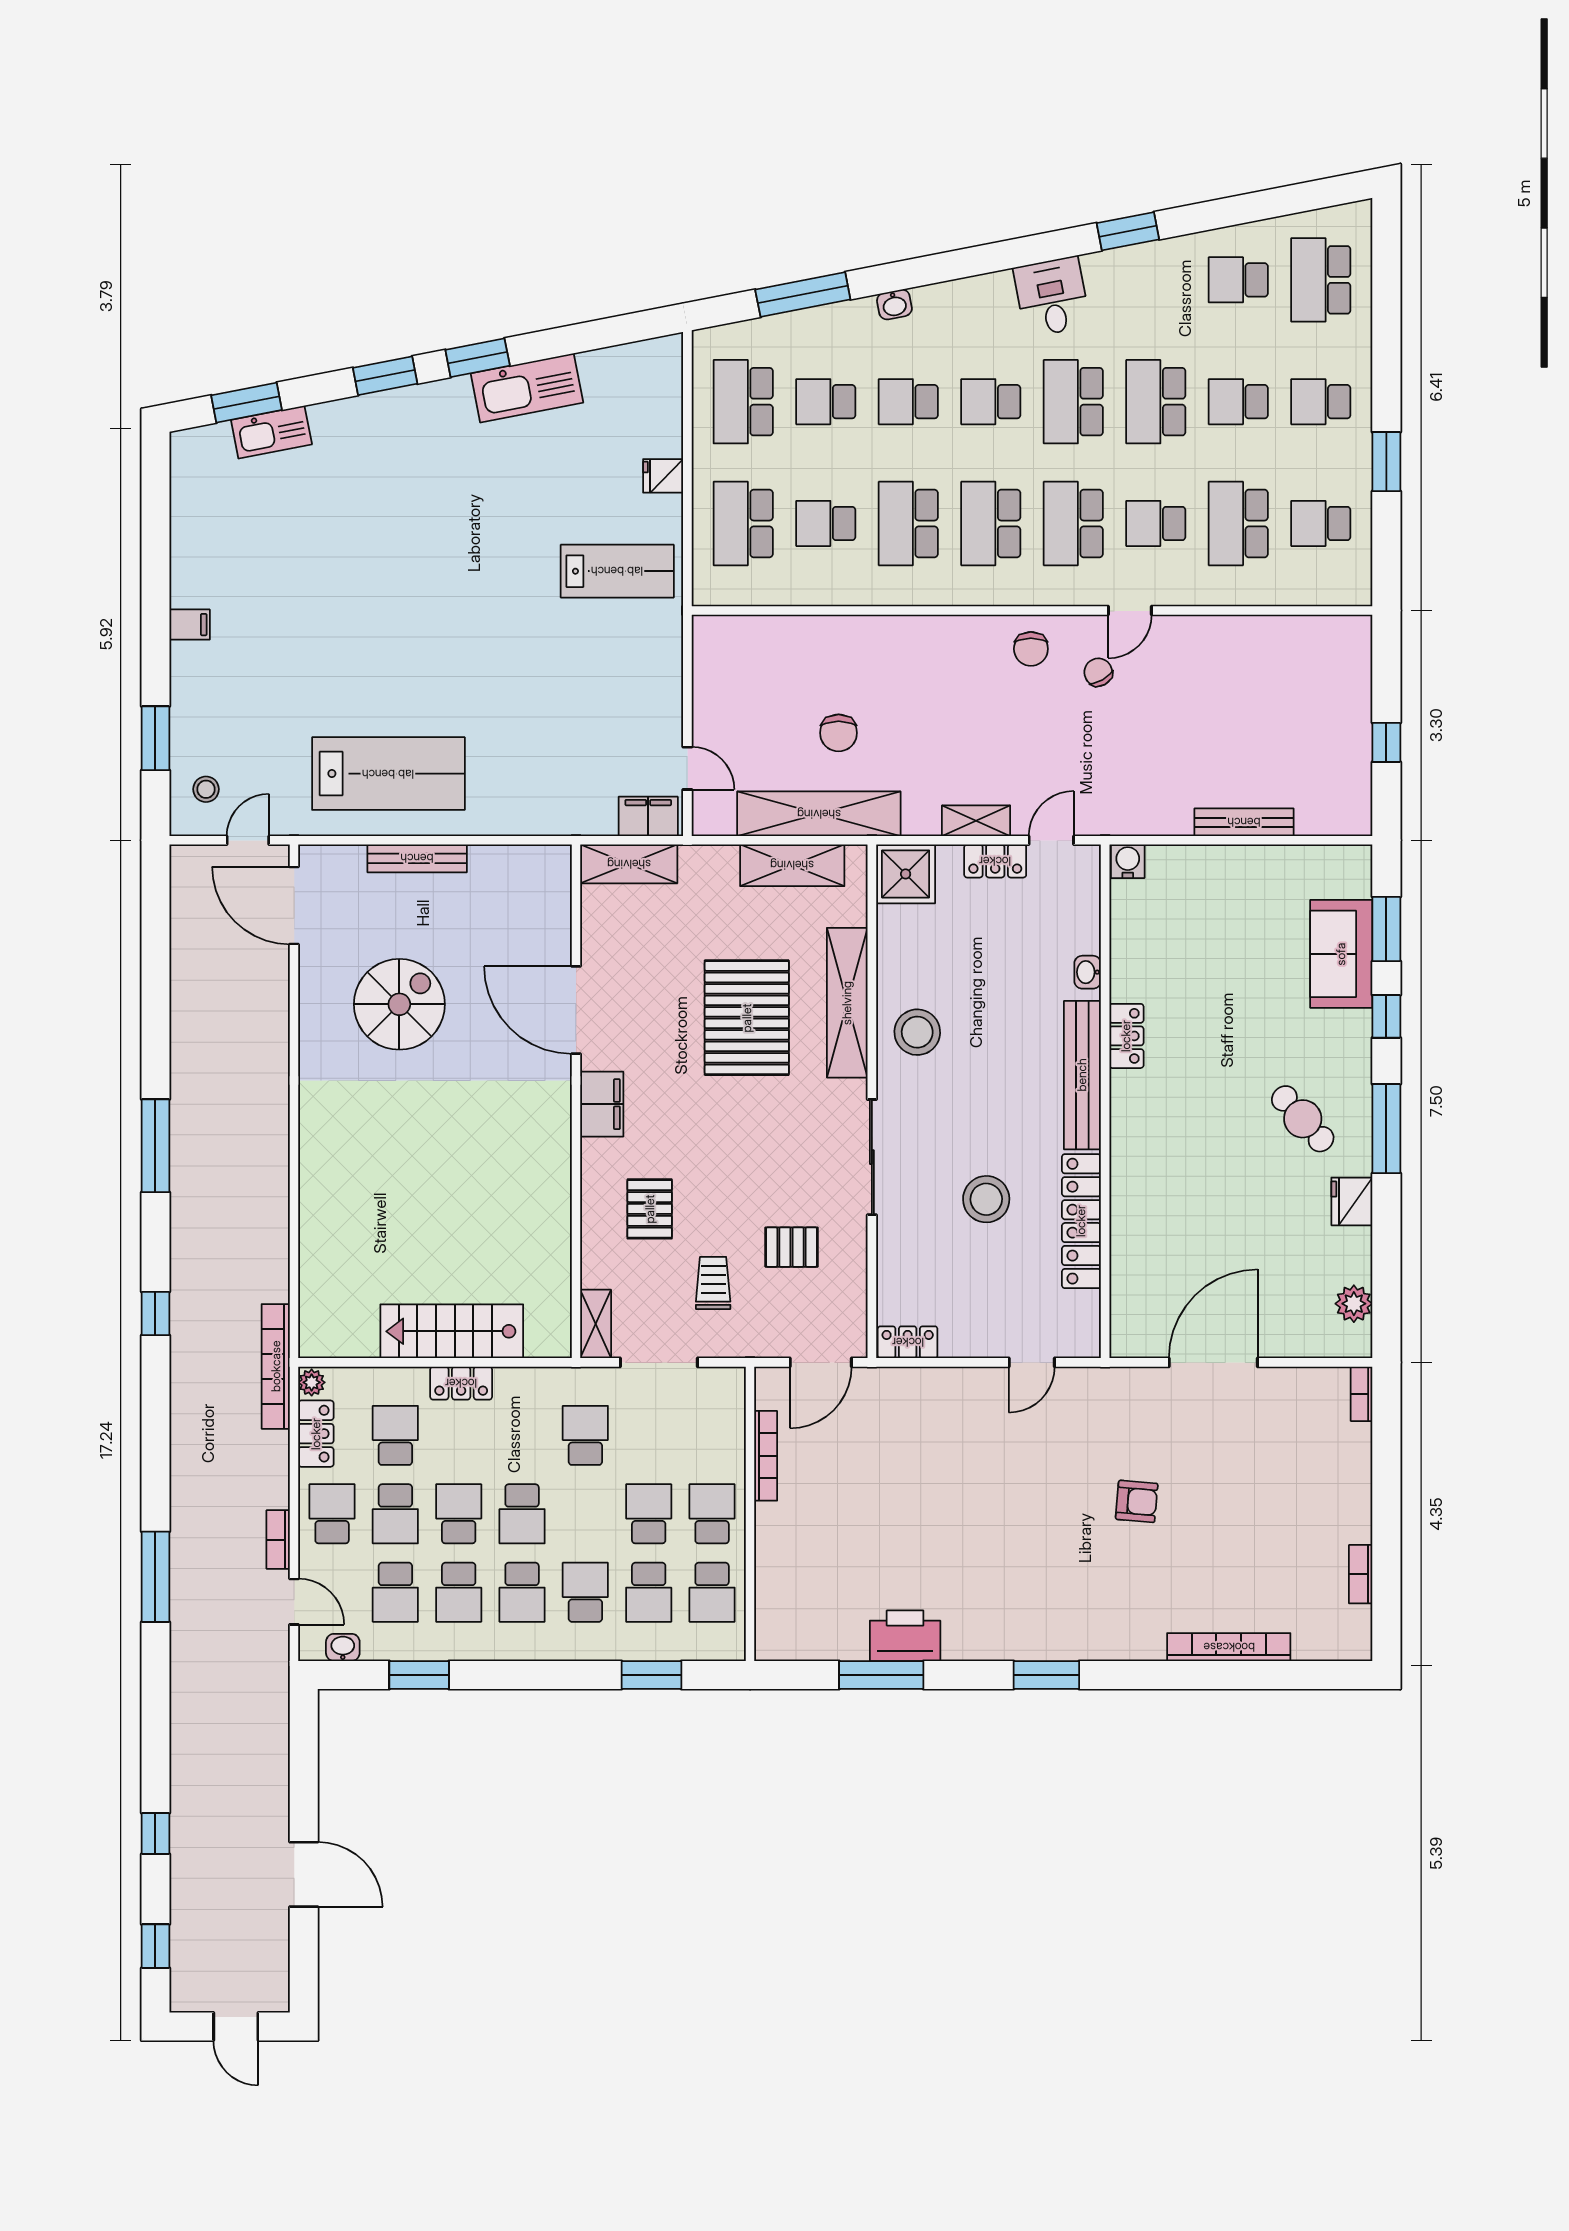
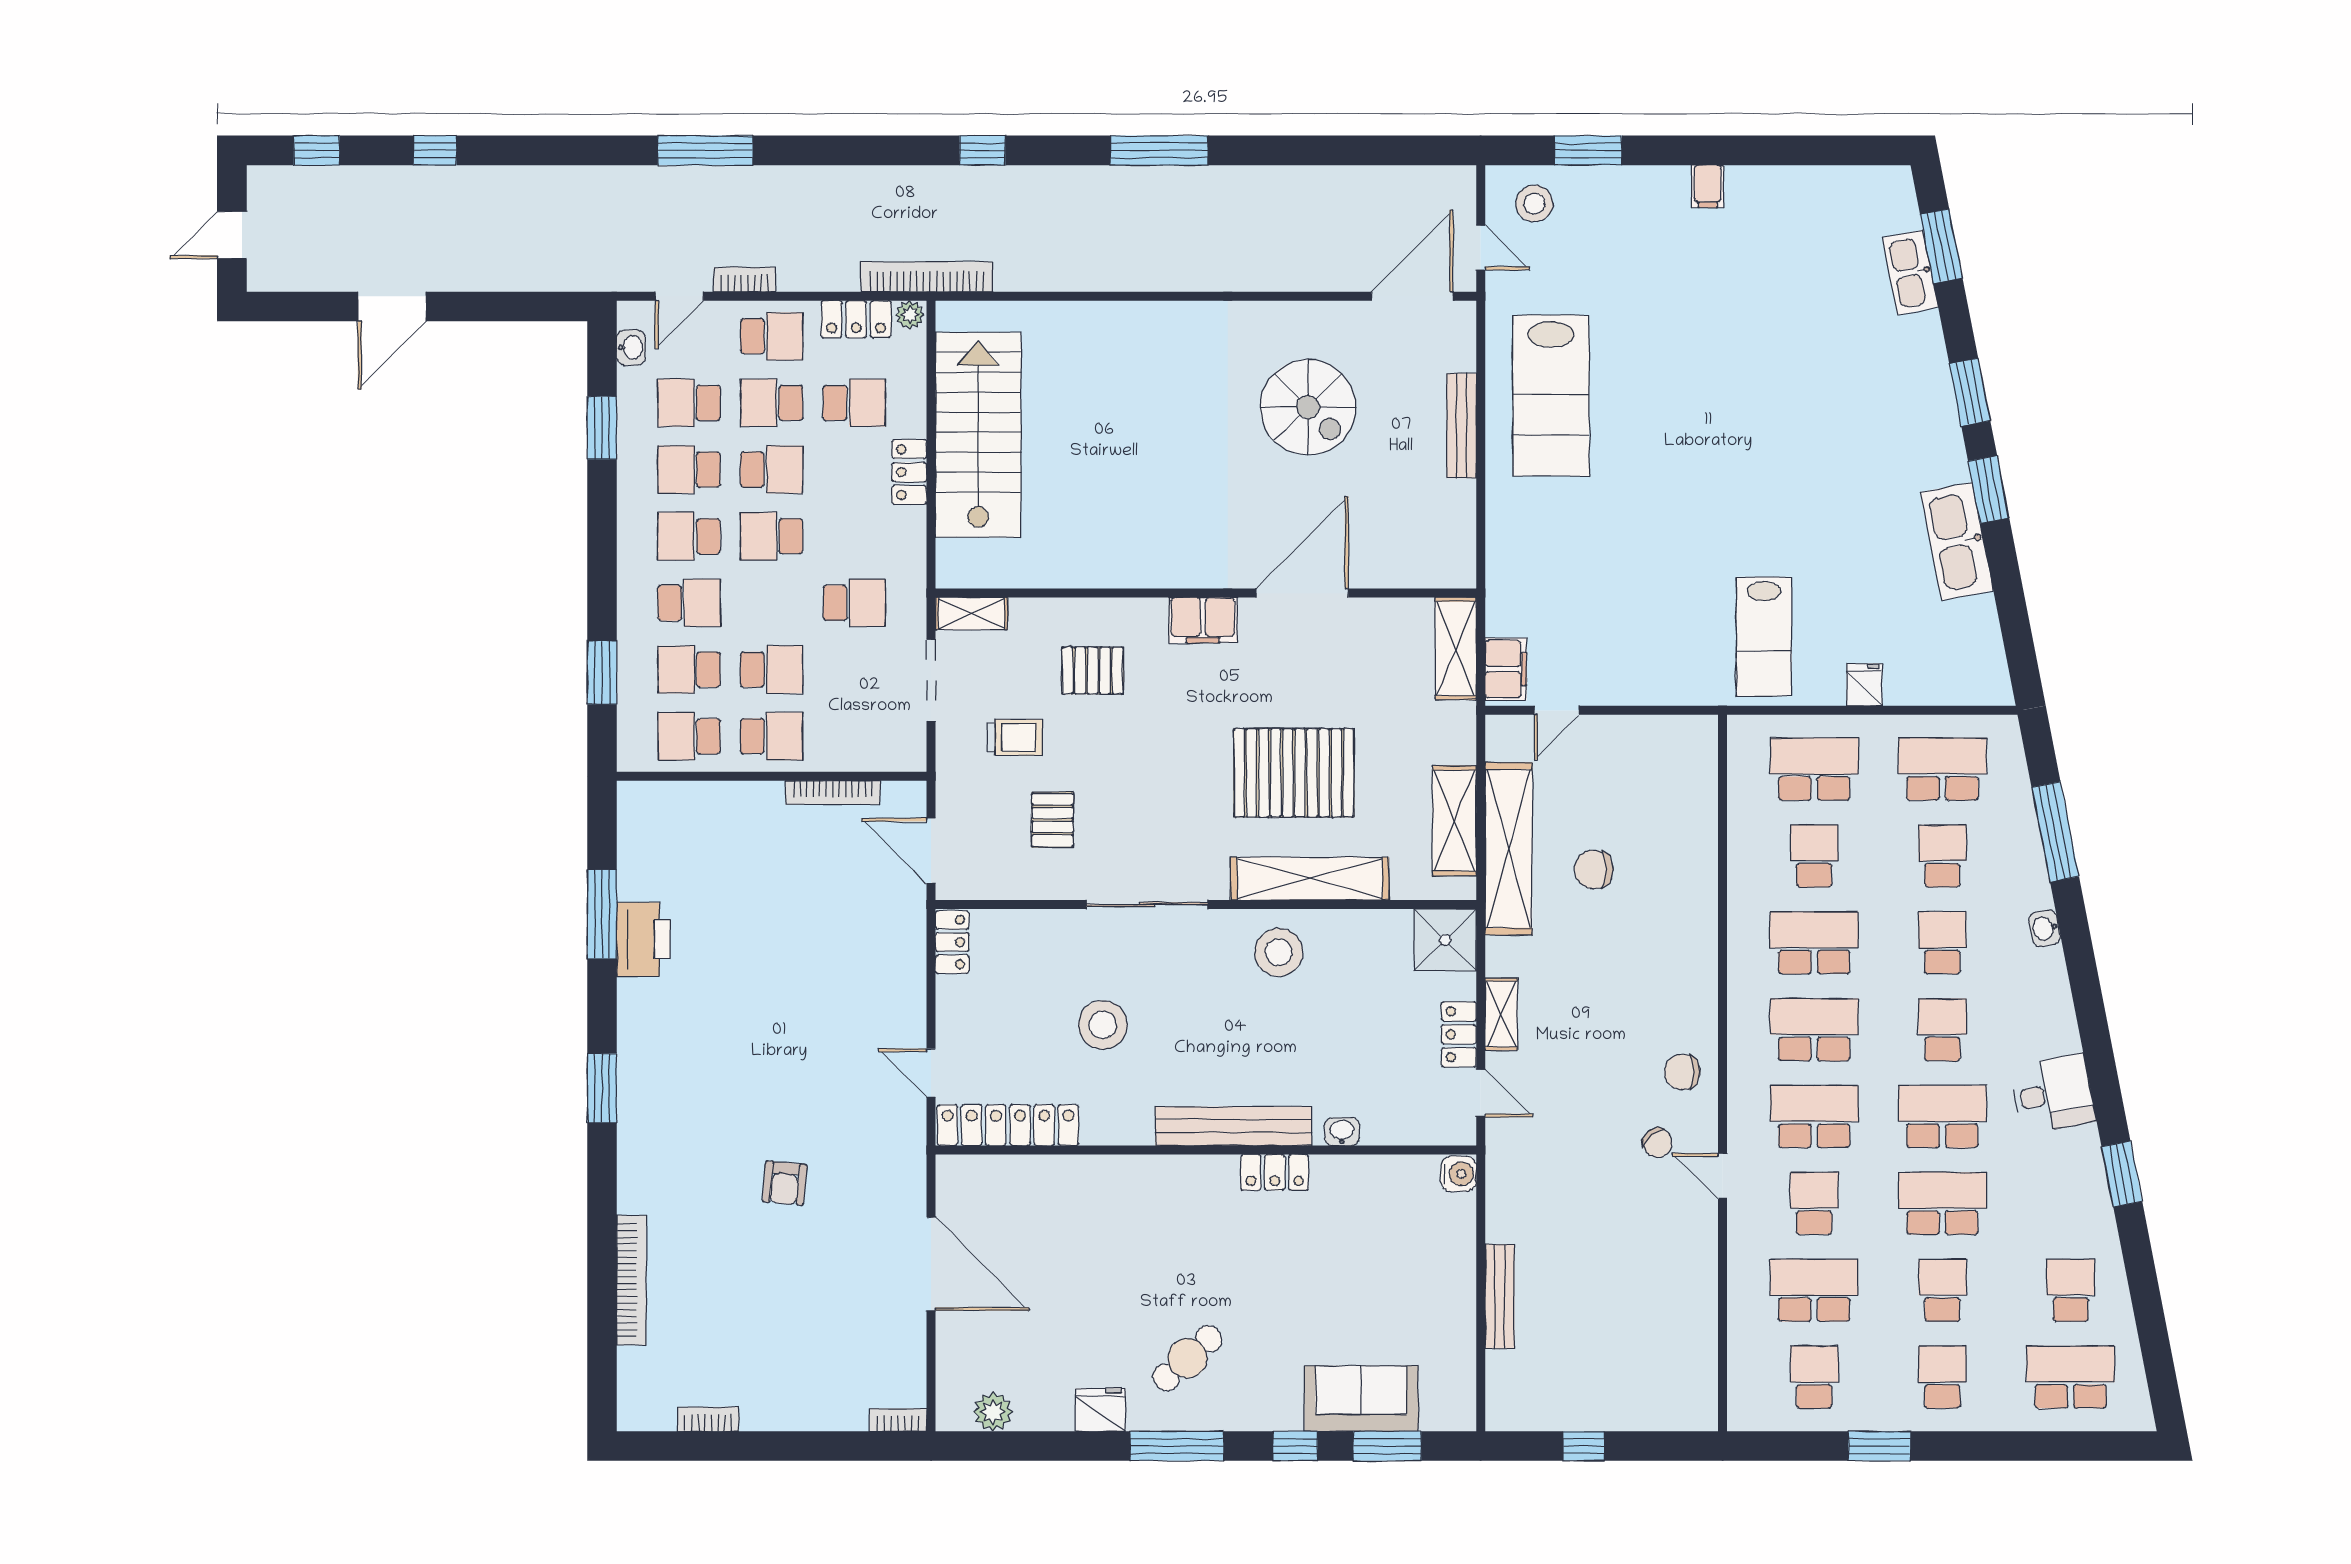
chair: (1098, 672) -> (1658, 1143), turned 80
stool: (206, 789) -> (1534, 204), width x1.37, depth x1.37
locker: (1081, 1221) -> (1008, 1125), moved
stairs: (452, 1331) -> (978, 435), width x1.36, depth x1.51

